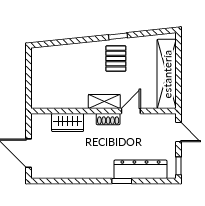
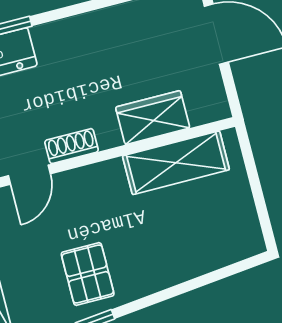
shelving: (104, 101) -> (176, 163), moved, width x1.50, depth x1.33

